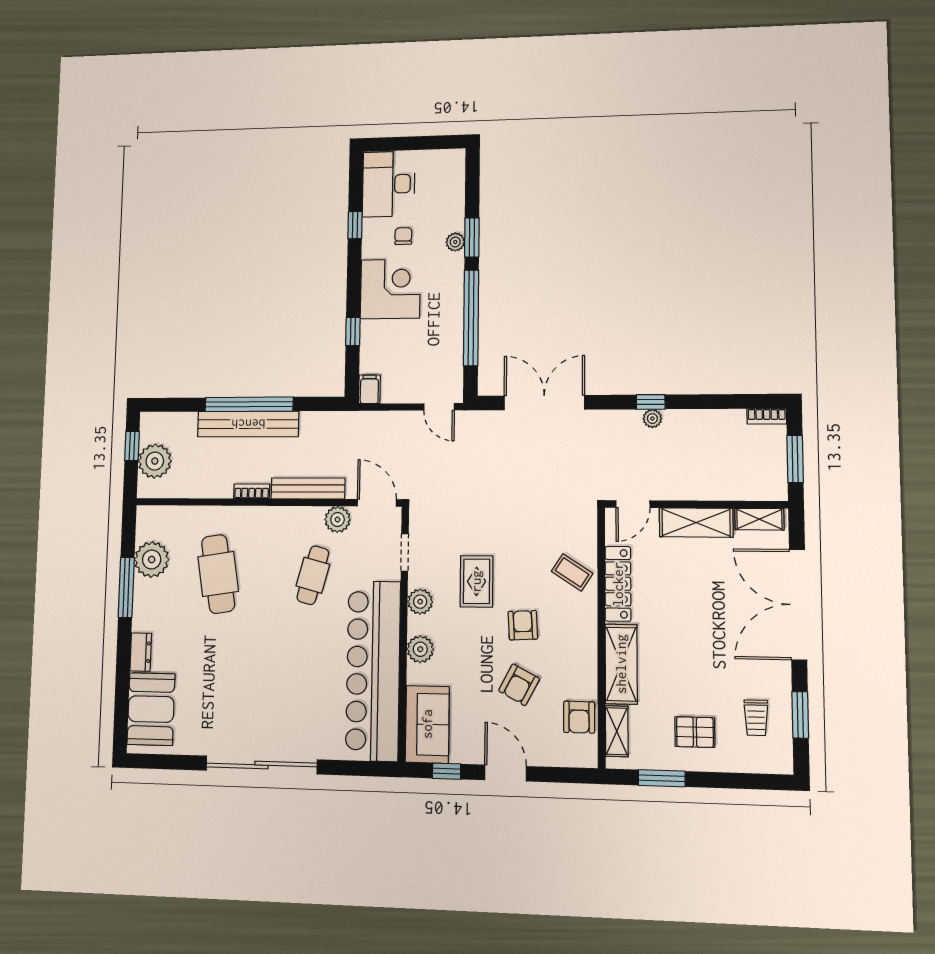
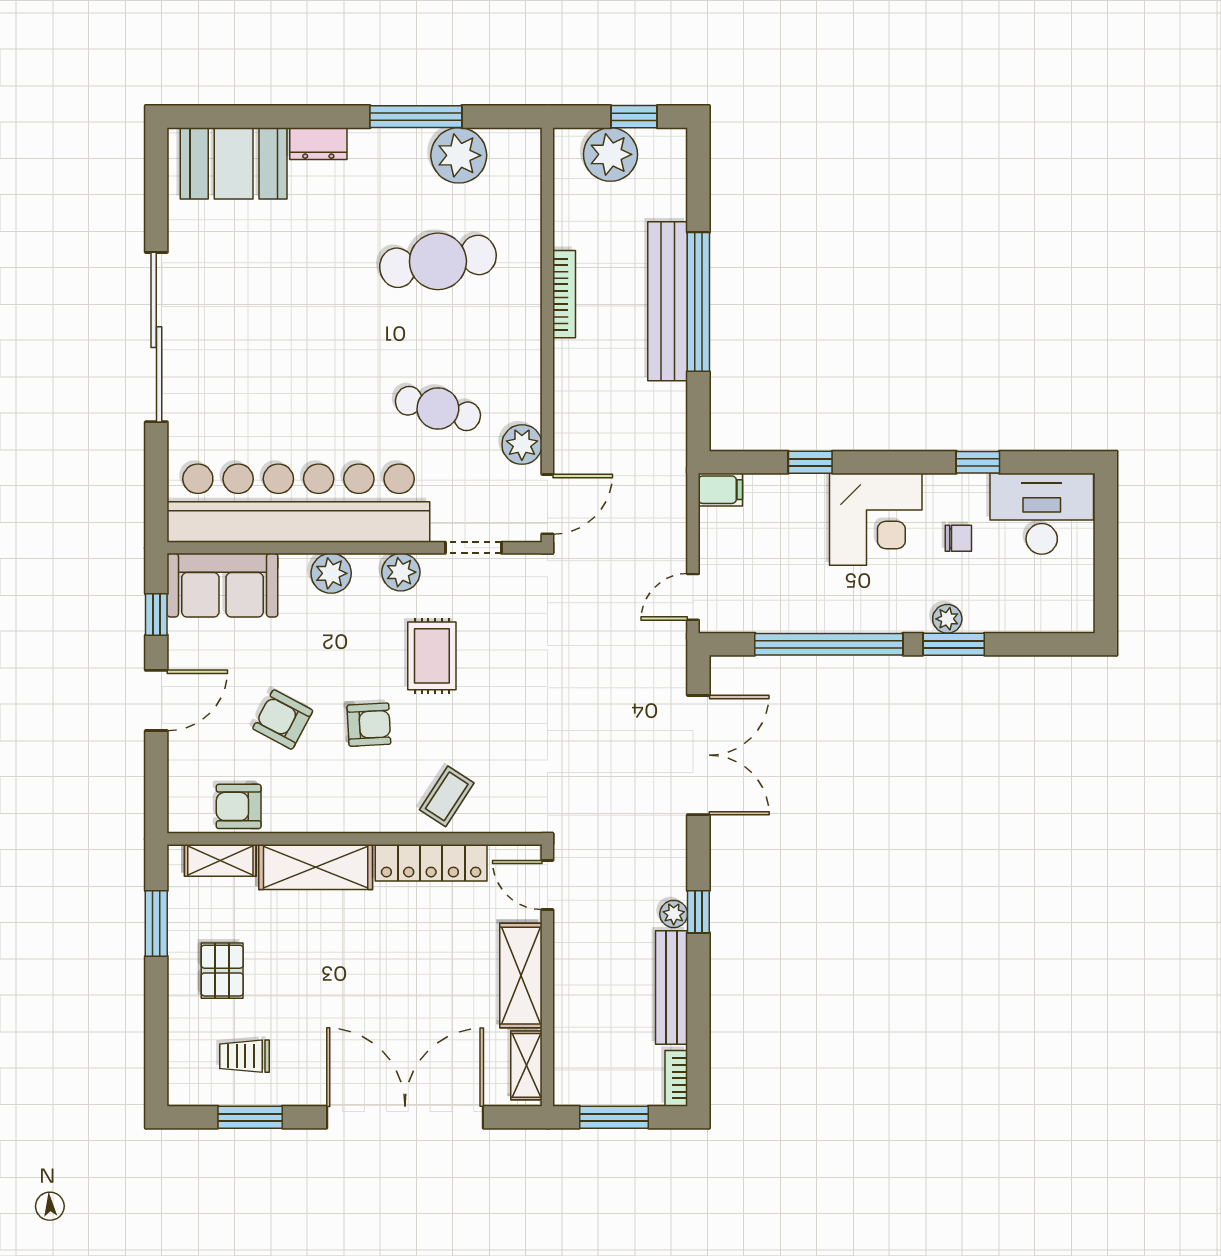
bench: (308, 488) -> (672, 988), moved
bookcase: (252, 491) -> (564, 294), width x1.56
rug: (476, 581) -> (432, 656), turned 90

